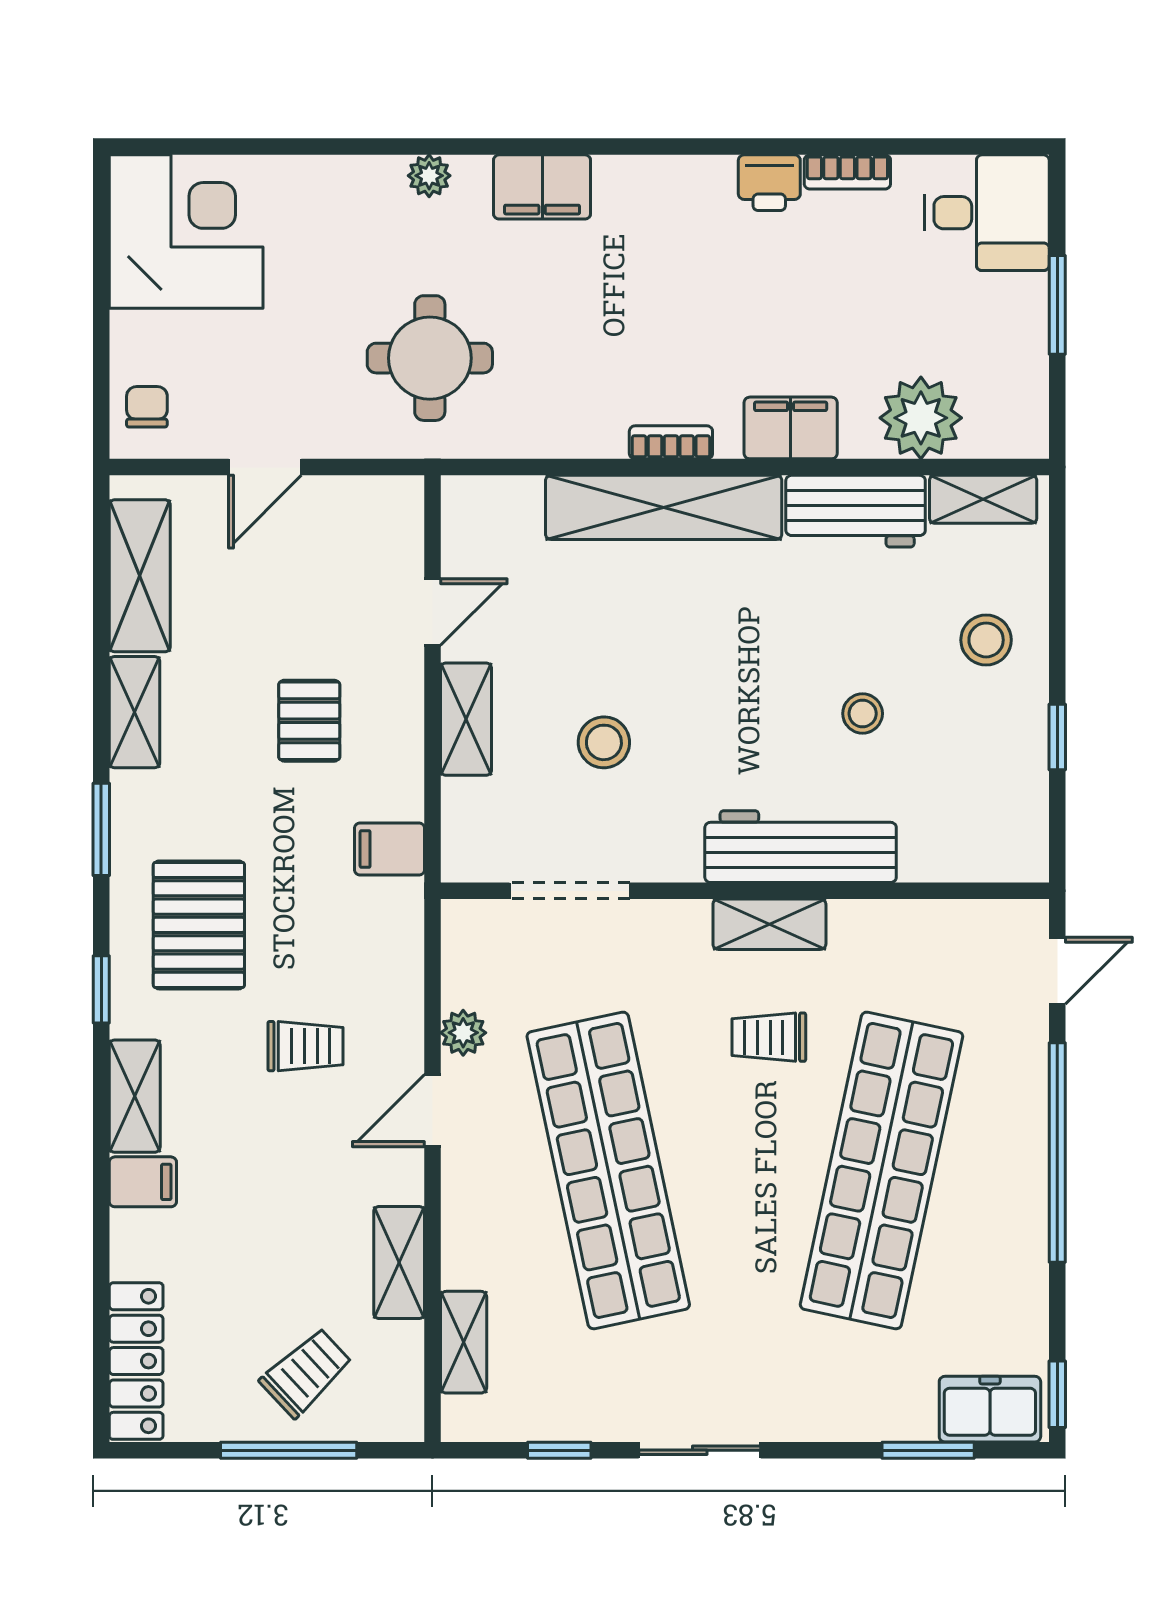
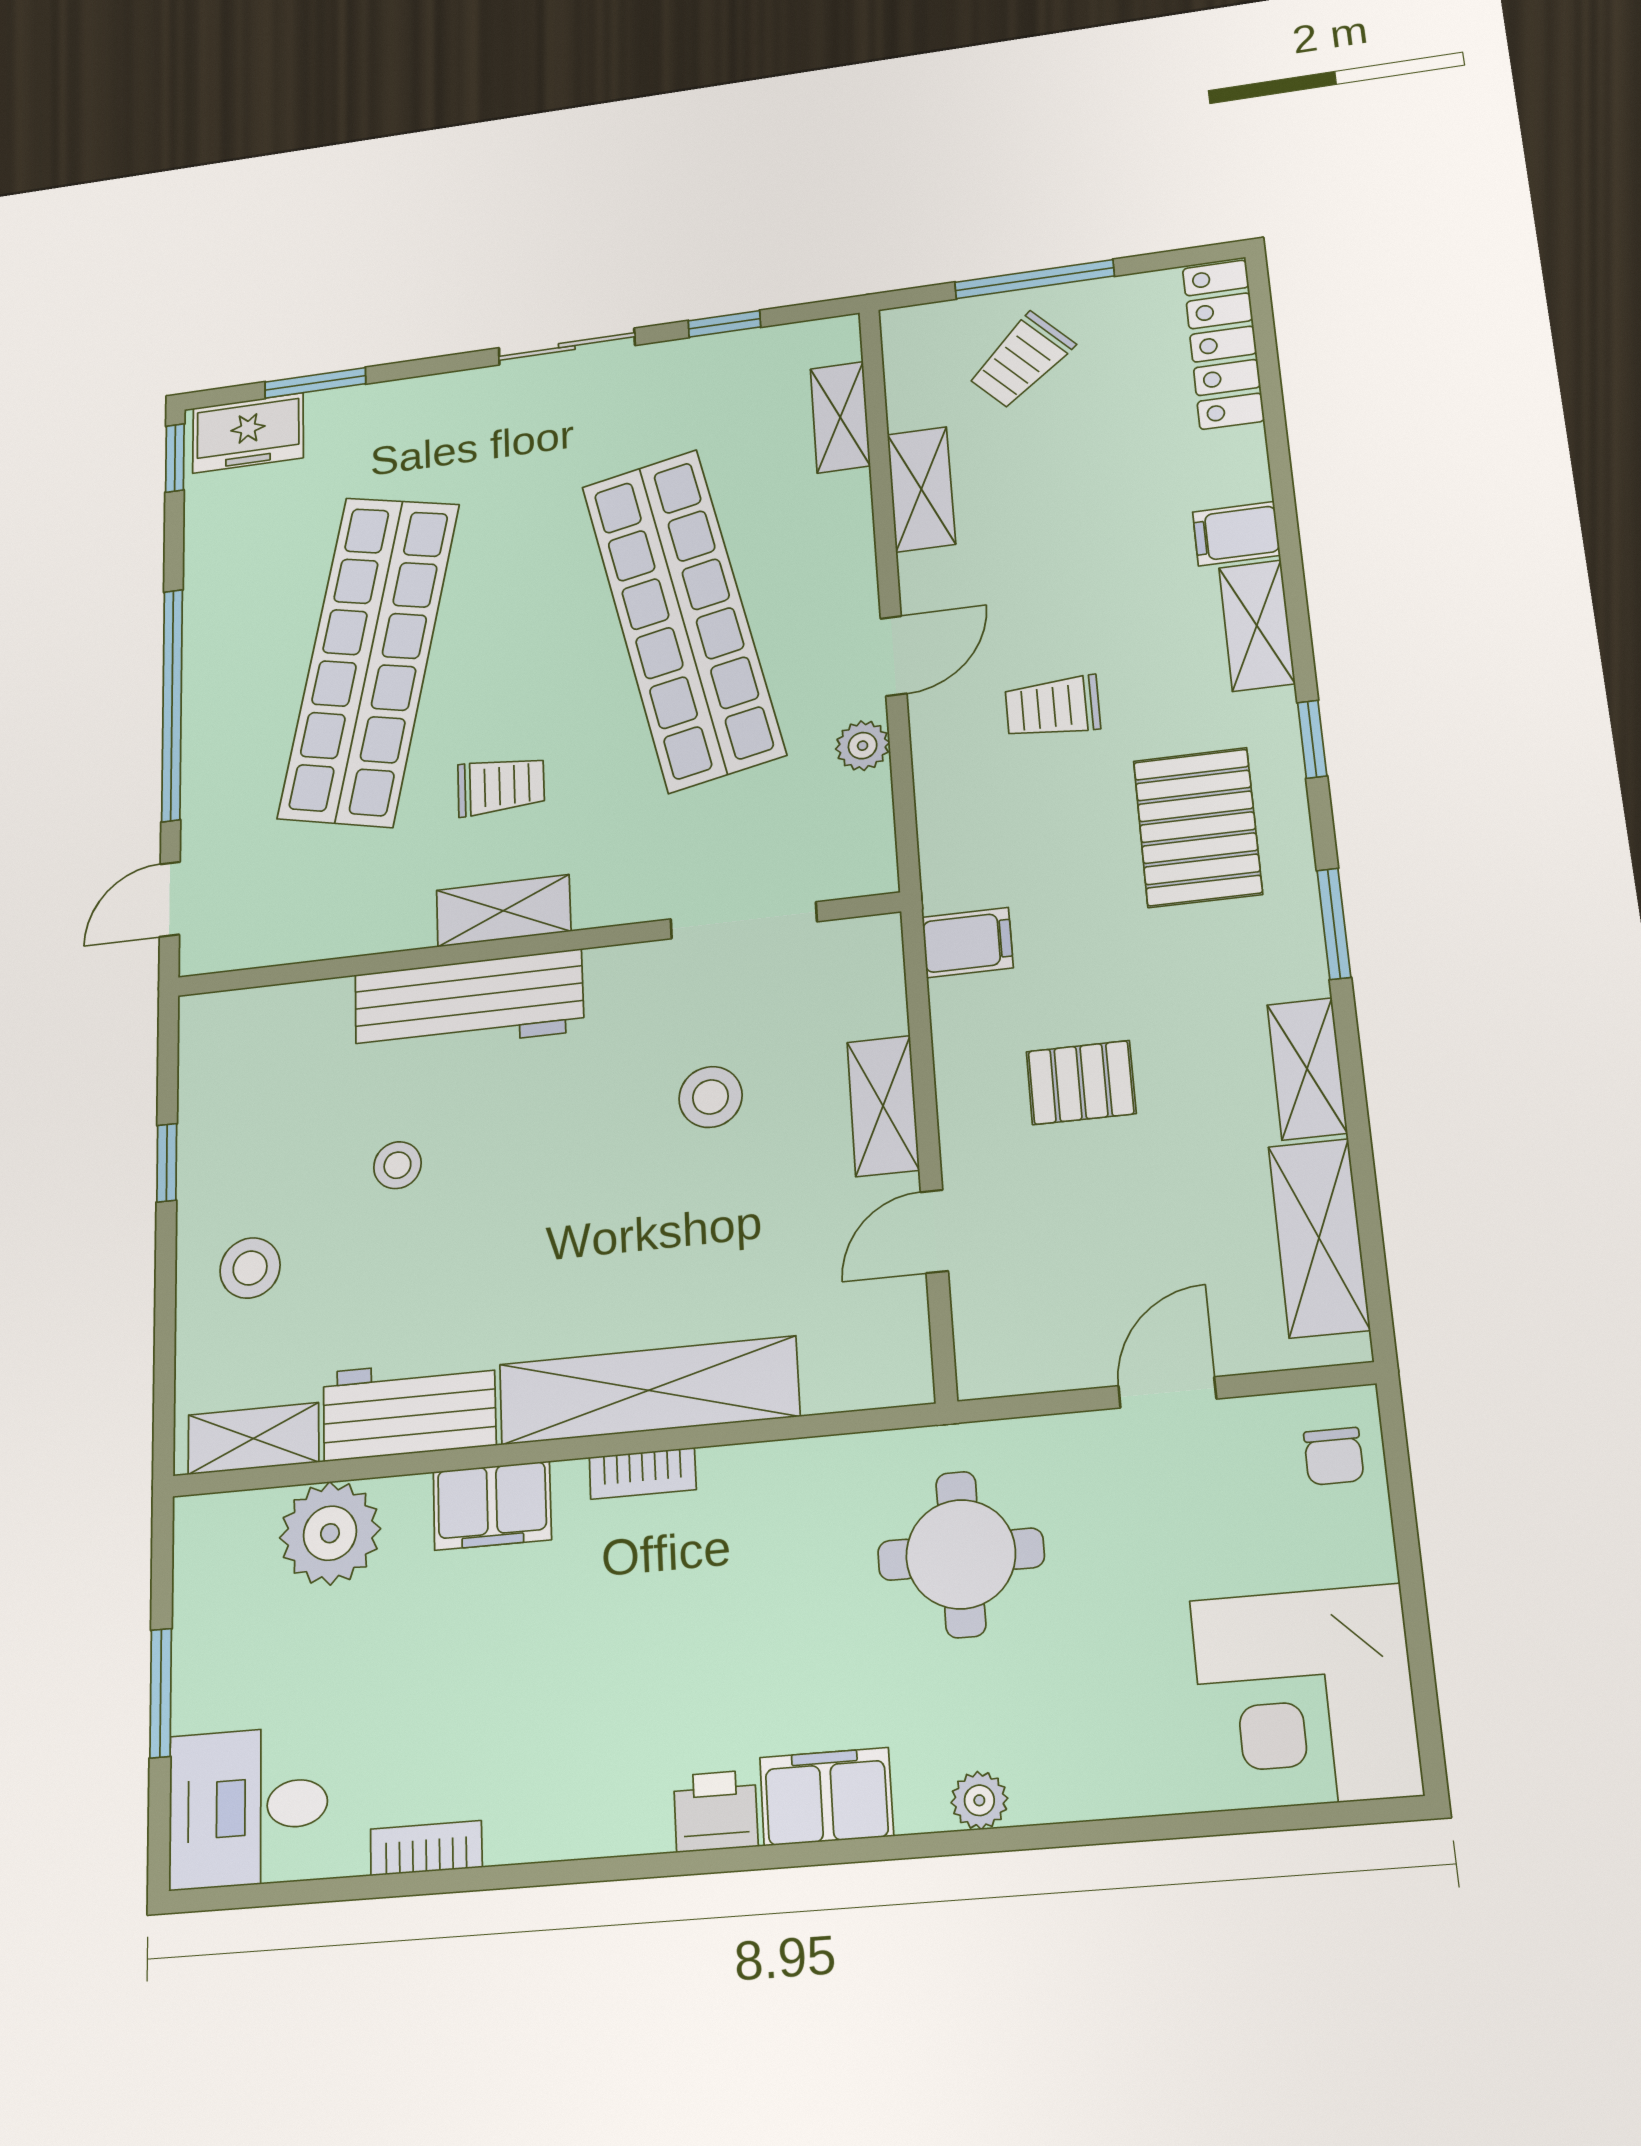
printer: (769, 183) -> (716, 1811), moved
pallet: (309, 721) -> (1081, 1083), turned 90

